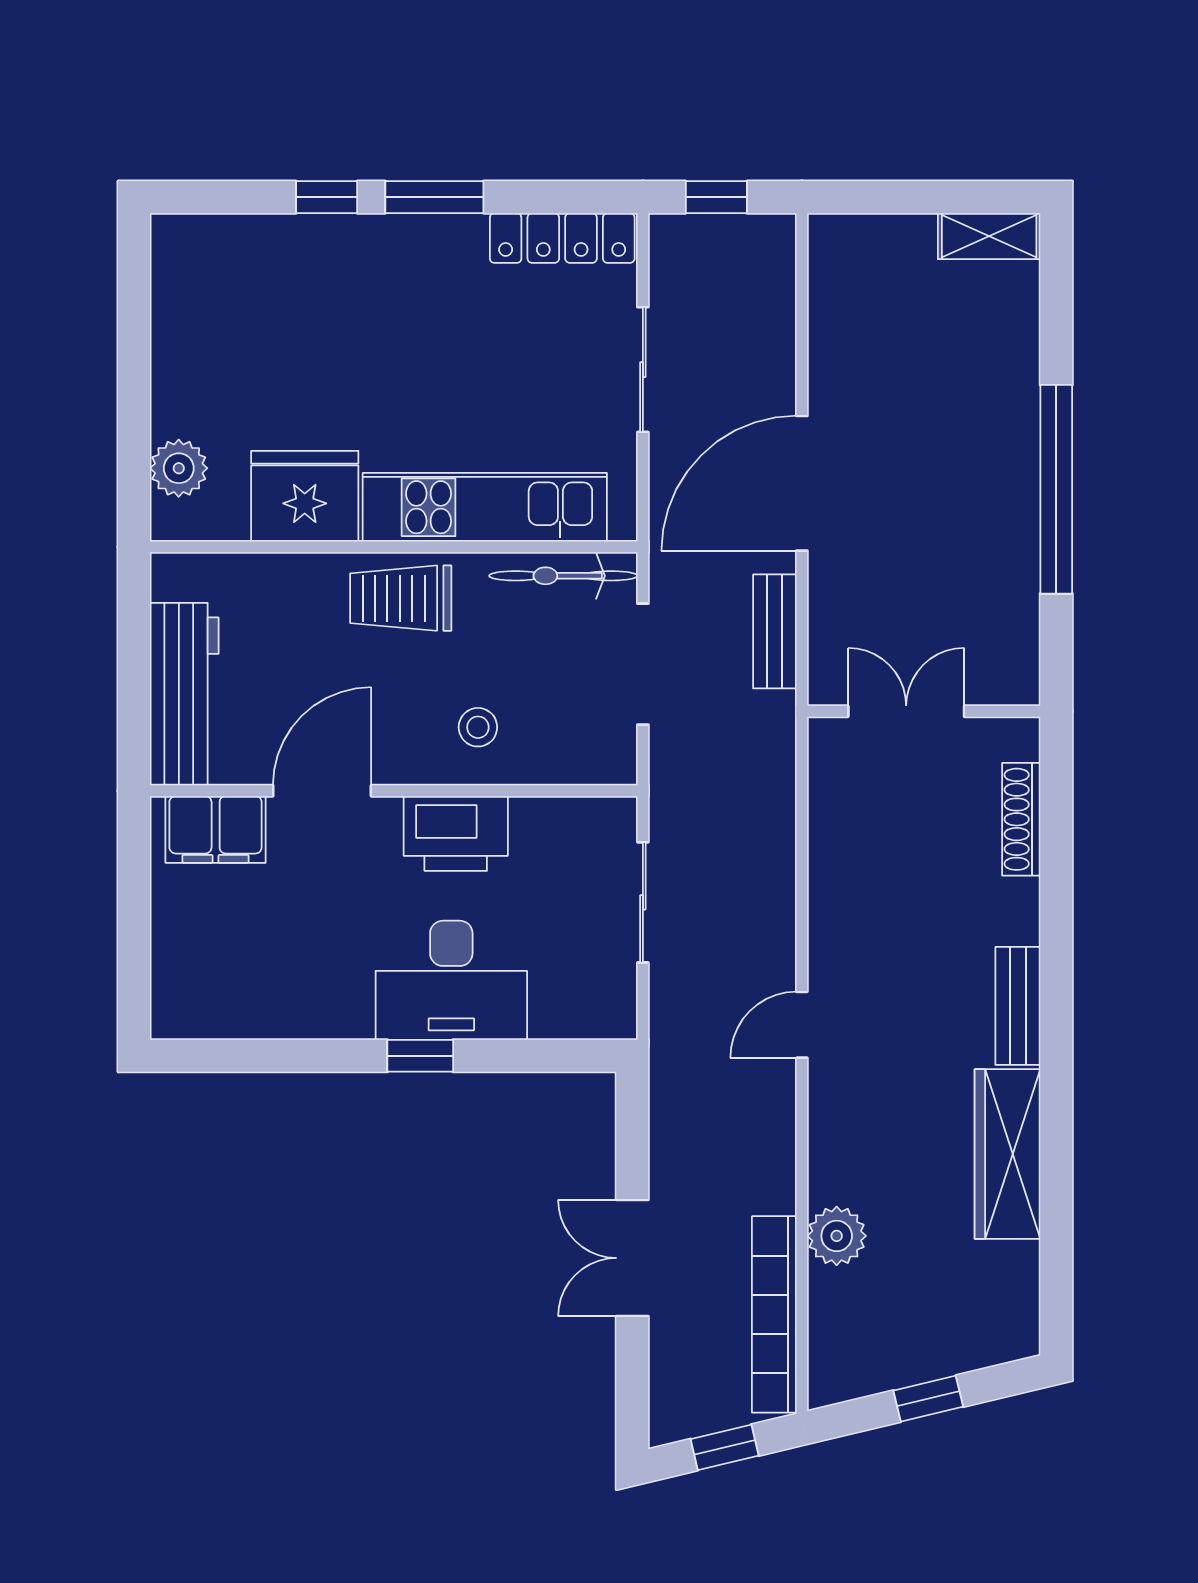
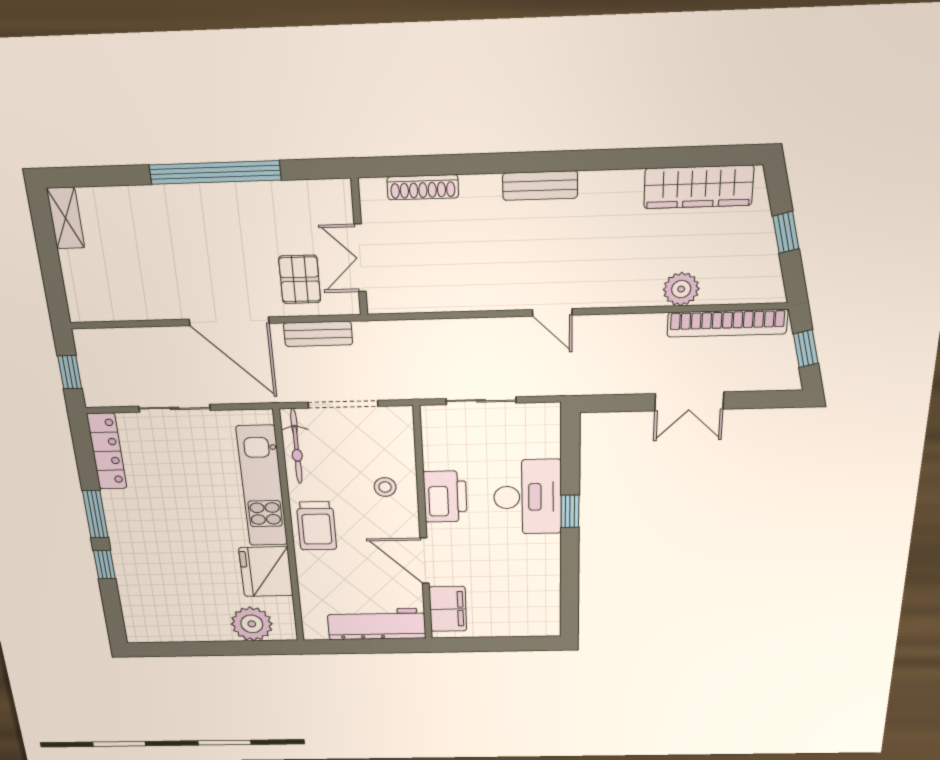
plant: (179, 468) -> (252, 624), width x1.36, depth x1.36
pallet: (872, 609) -> (300, 279), added
wardrobe: (1008, 1154) -> (699, 187), moved

